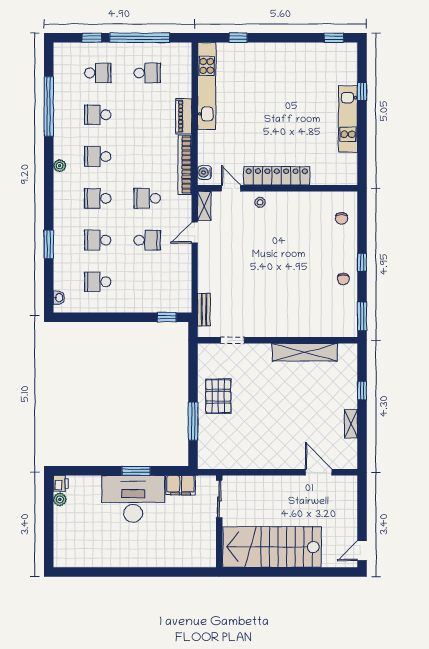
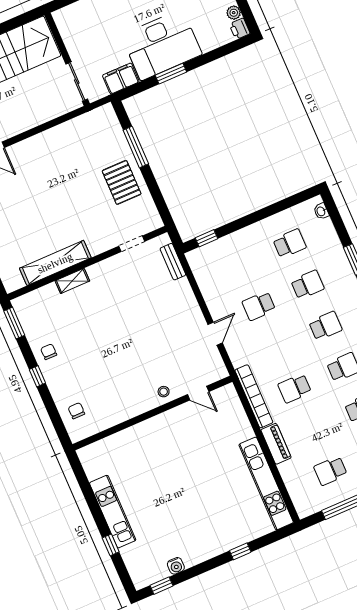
window: (238, 38) -> (240, 551), moved
water cooler: (205, 172) -> (176, 566), moved, turned 90
locker: (277, 176) -> (159, 425), removed
school desk: (147, 198) -> (295, 388), moved, turned 180
shelving: (204, 206) -> (72, 281), moved, turned 90

